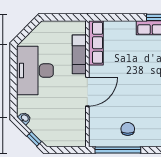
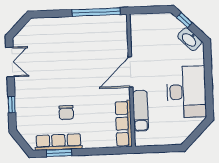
washbasin: (25, 118) -> (190, 39), width x1.91, depth x1.45
chair: (128, 129) -> (66, 113), moved

